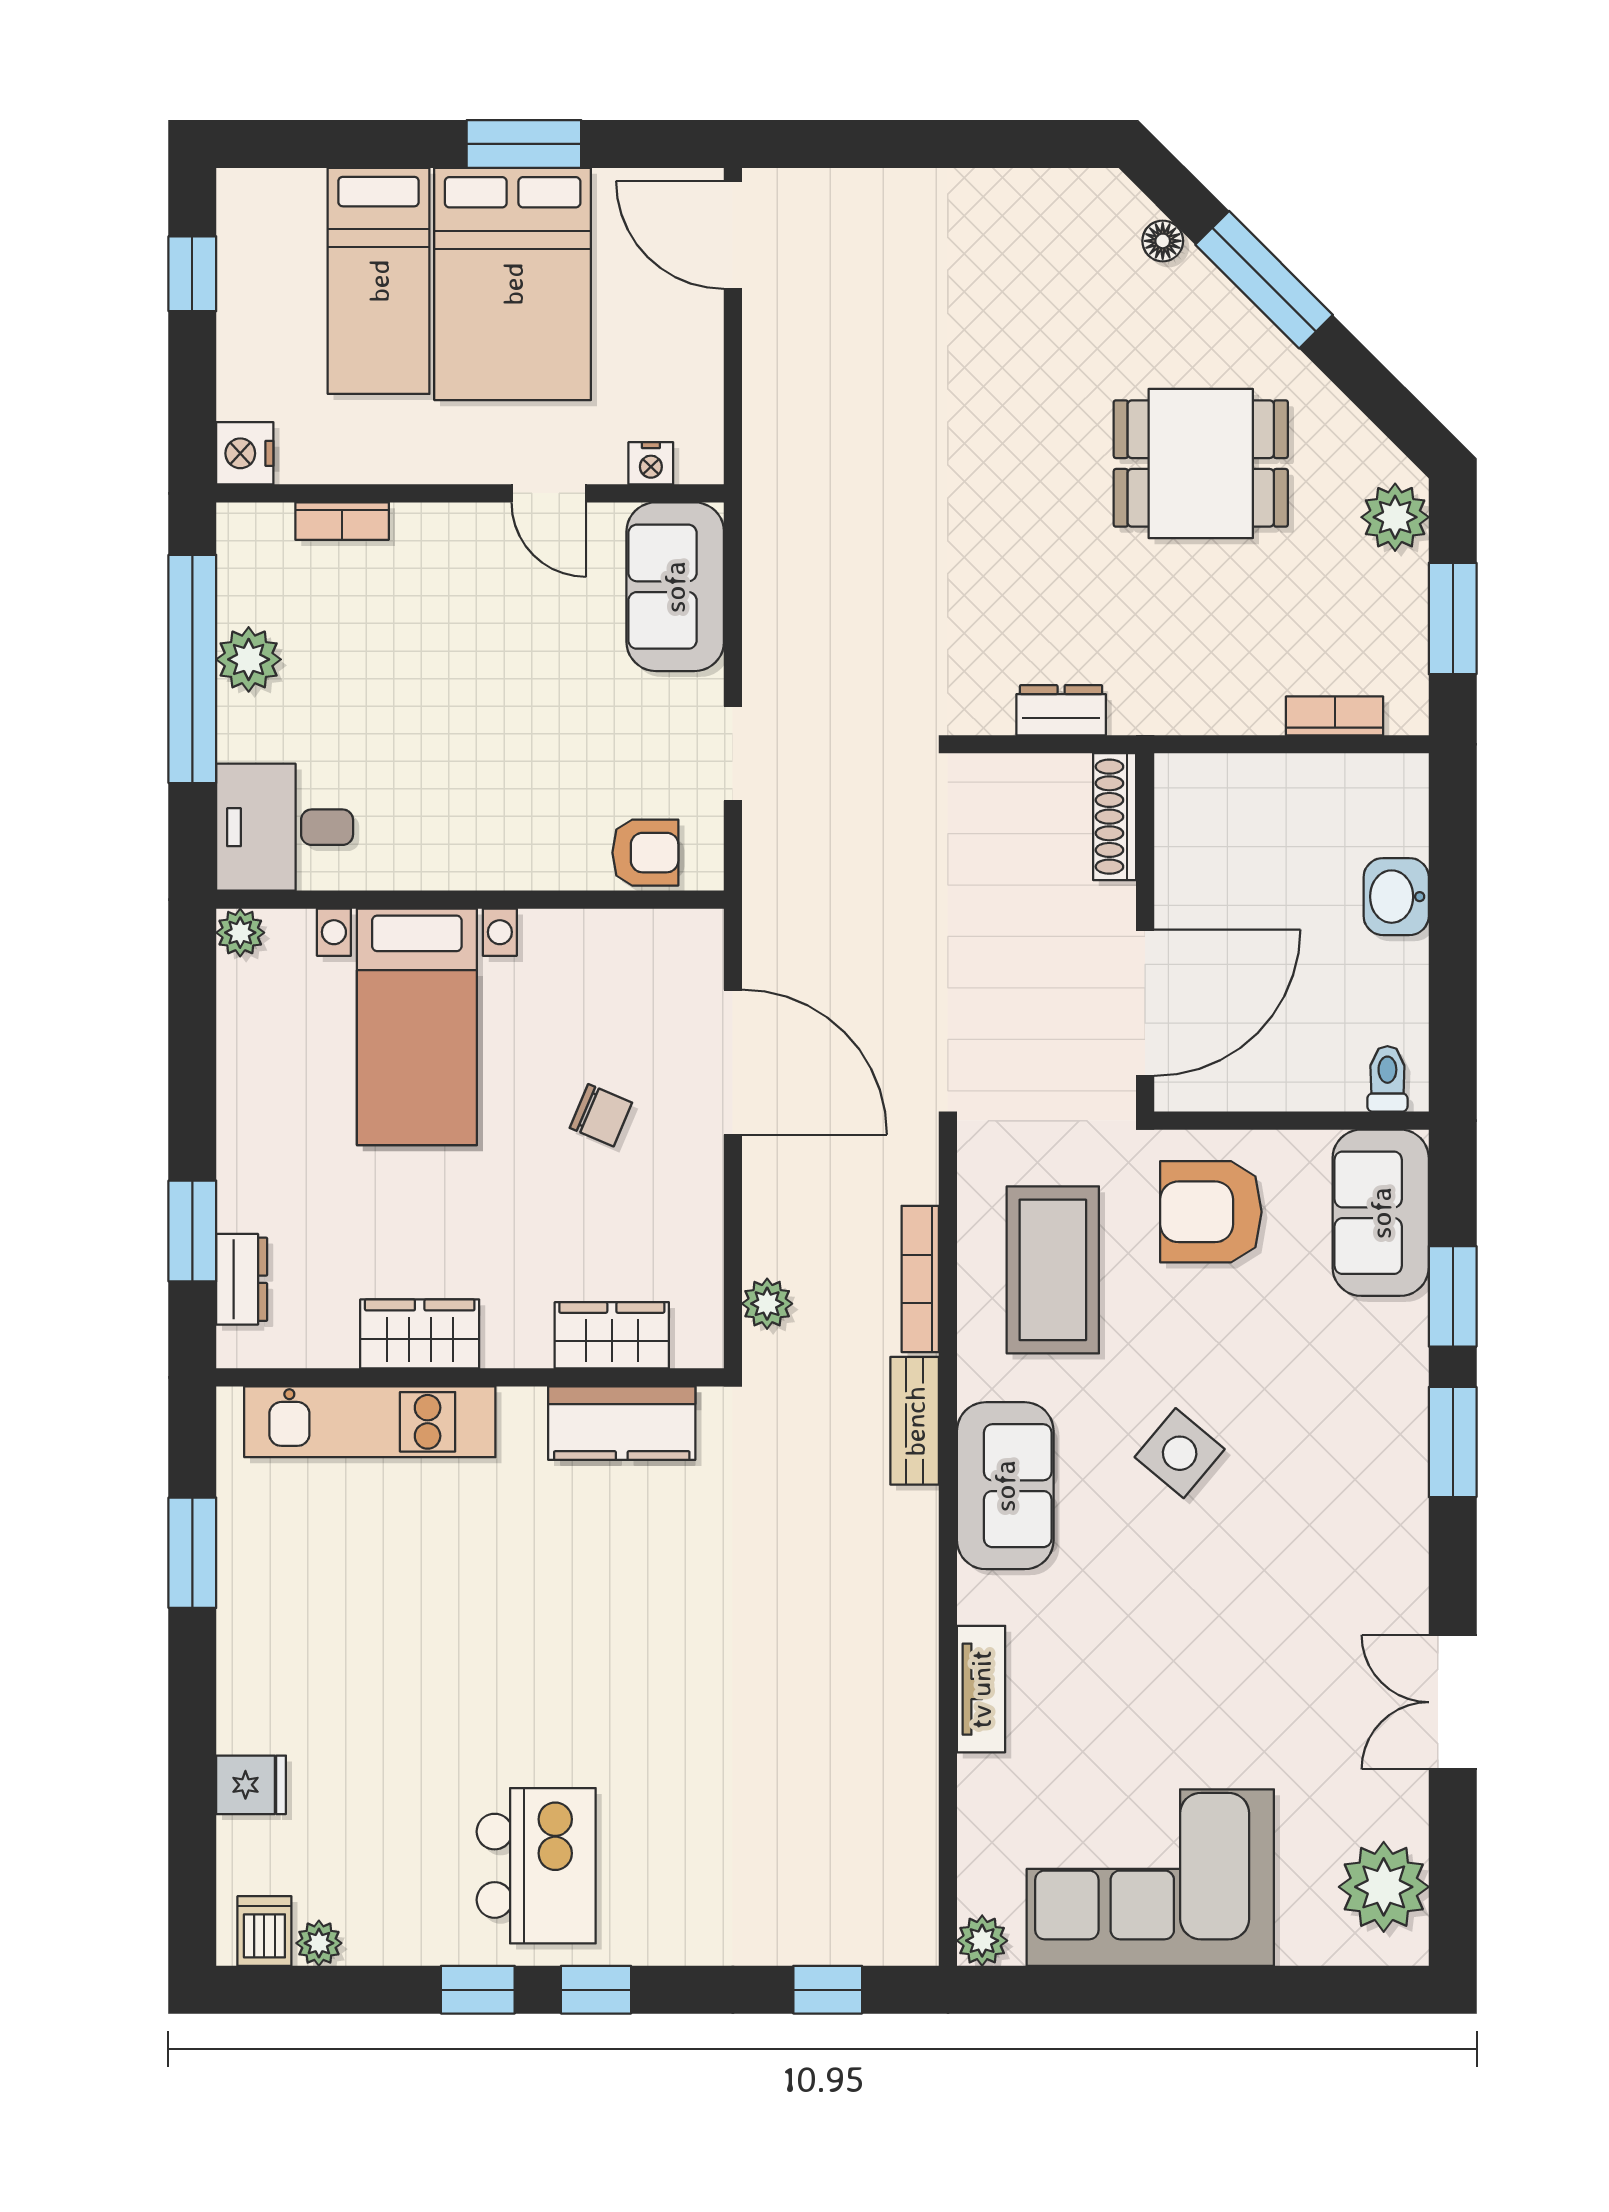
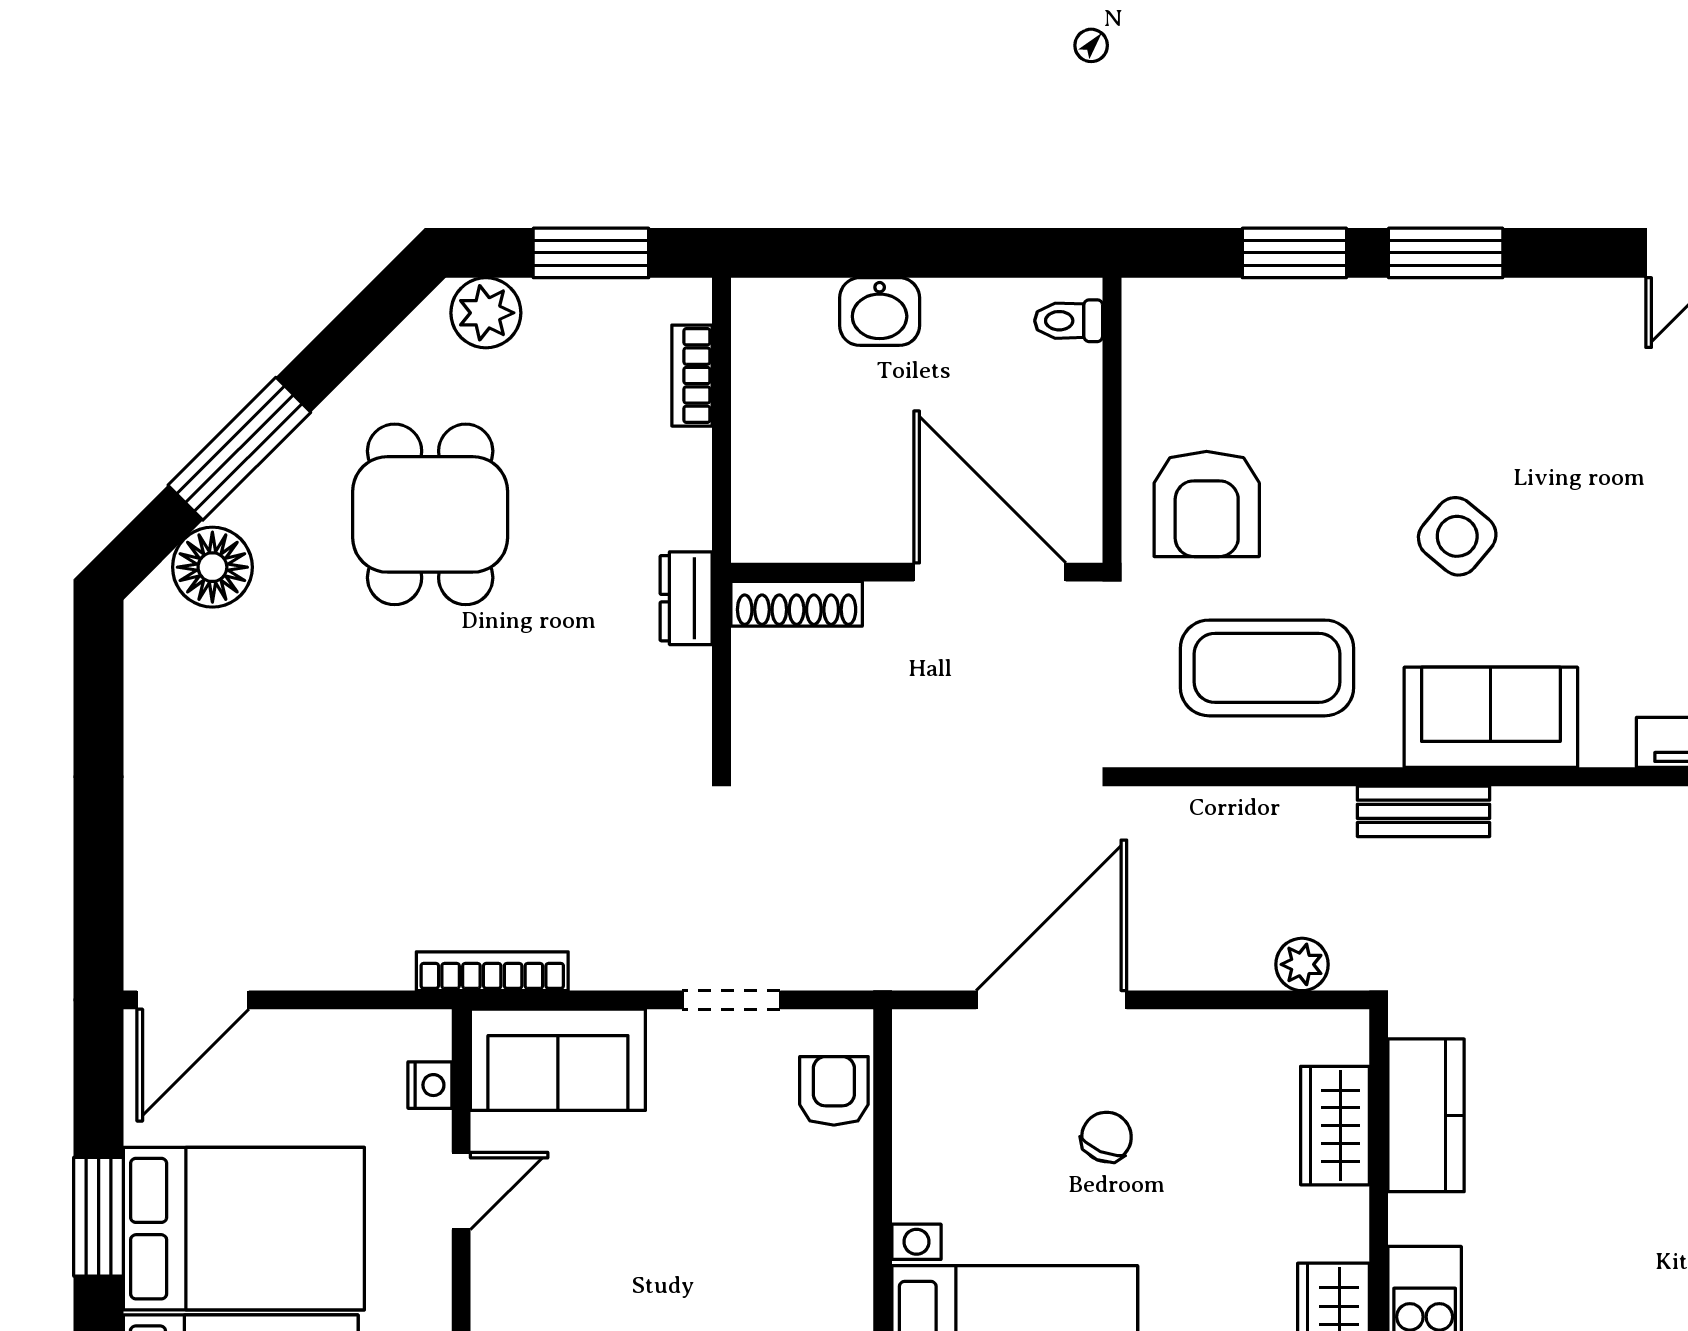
floor lamp: (1163, 241) -> (212, 567), width x1.89, depth x1.89
dresser: (1061, 710) -> (686, 598), moved
sofa: (1381, 1213) -> (1208, 328), removed
bookcase: (920, 1279) -> (492, 971), moved, turned 180

